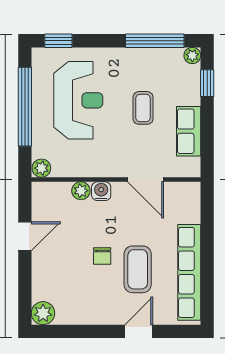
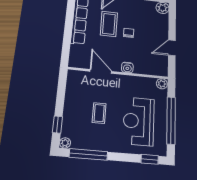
row of seats: (189, 131) -> (72, 97), removed
plant: (81, 191) -> (139, 69), removed

